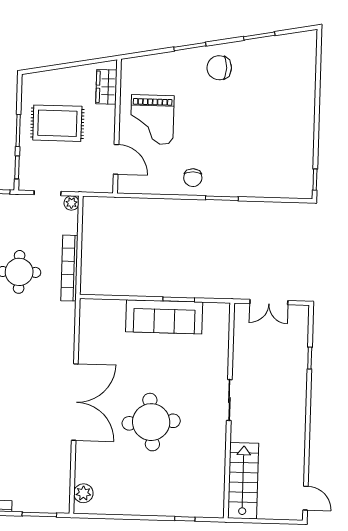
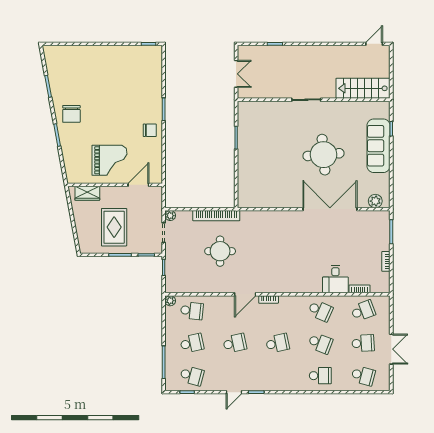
sofa: (164, 317) -> (379, 146), moved, turned 180
double door: (75, 402) -> (330, 209), moved

